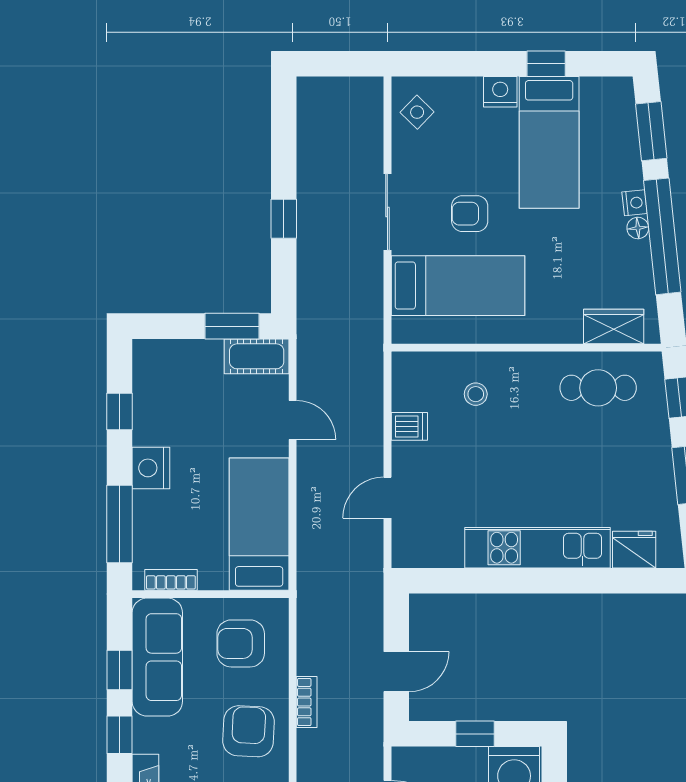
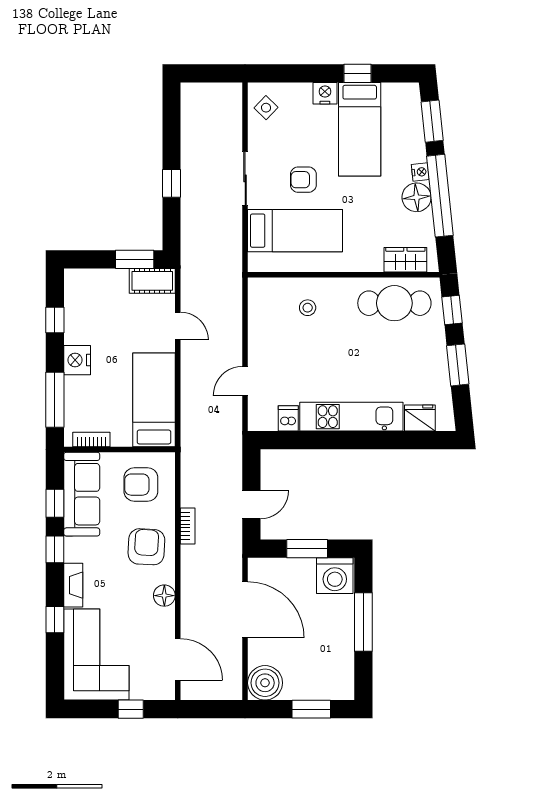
floor lamp: (638, 228) -> (417, 197), width x1.89, depth x1.89
cafe table: (598, 388) -> (394, 303), width x1.37, depth x1.35
dishwasher: (409, 426) -> (288, 418), moved, turned -90
window: (475, 734) -> (307, 549), width x1.50

